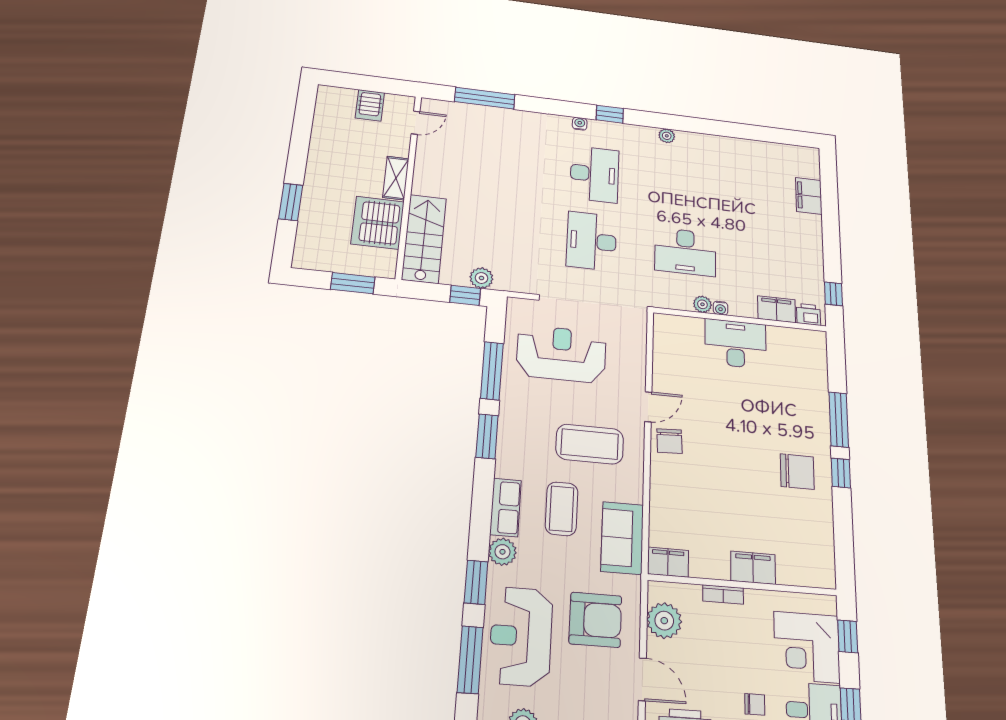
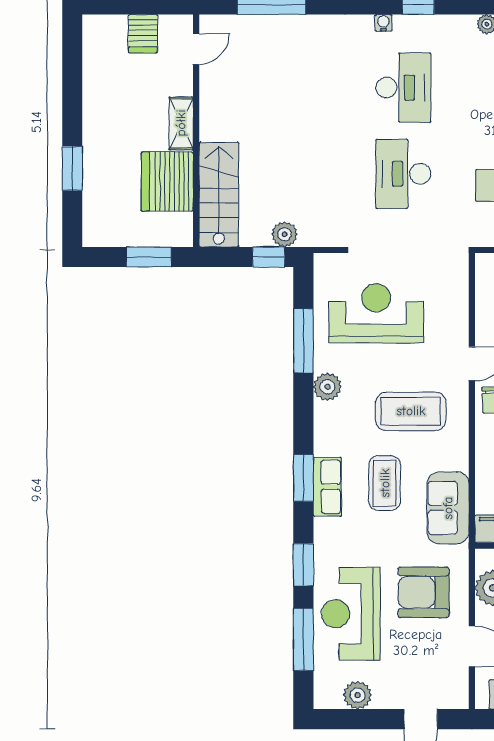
window: (487, 436) -> (303, 478), moved
plant: (502, 552) -> (327, 387), moved
armchair: (595, 620) -> (424, 592), turned 180

